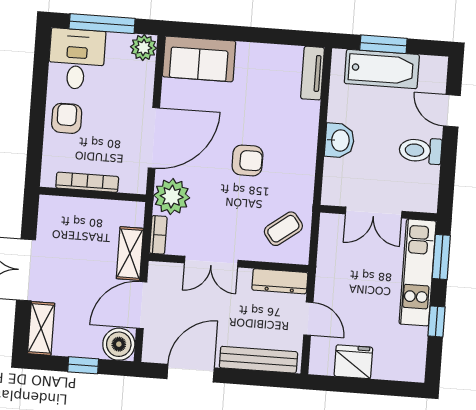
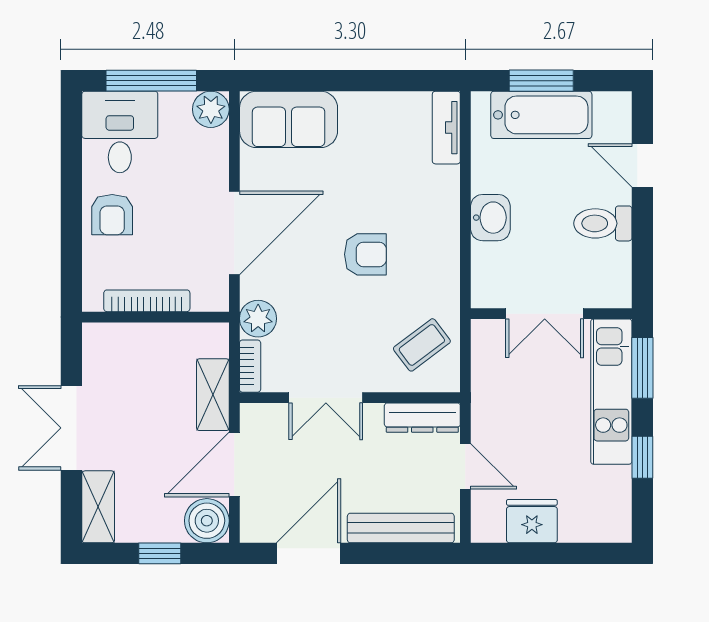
armchair: (67, 118) -> (112, 215), turned 180
plant: (172, 197) -> (258, 319), width x0.73, depth x0.73

